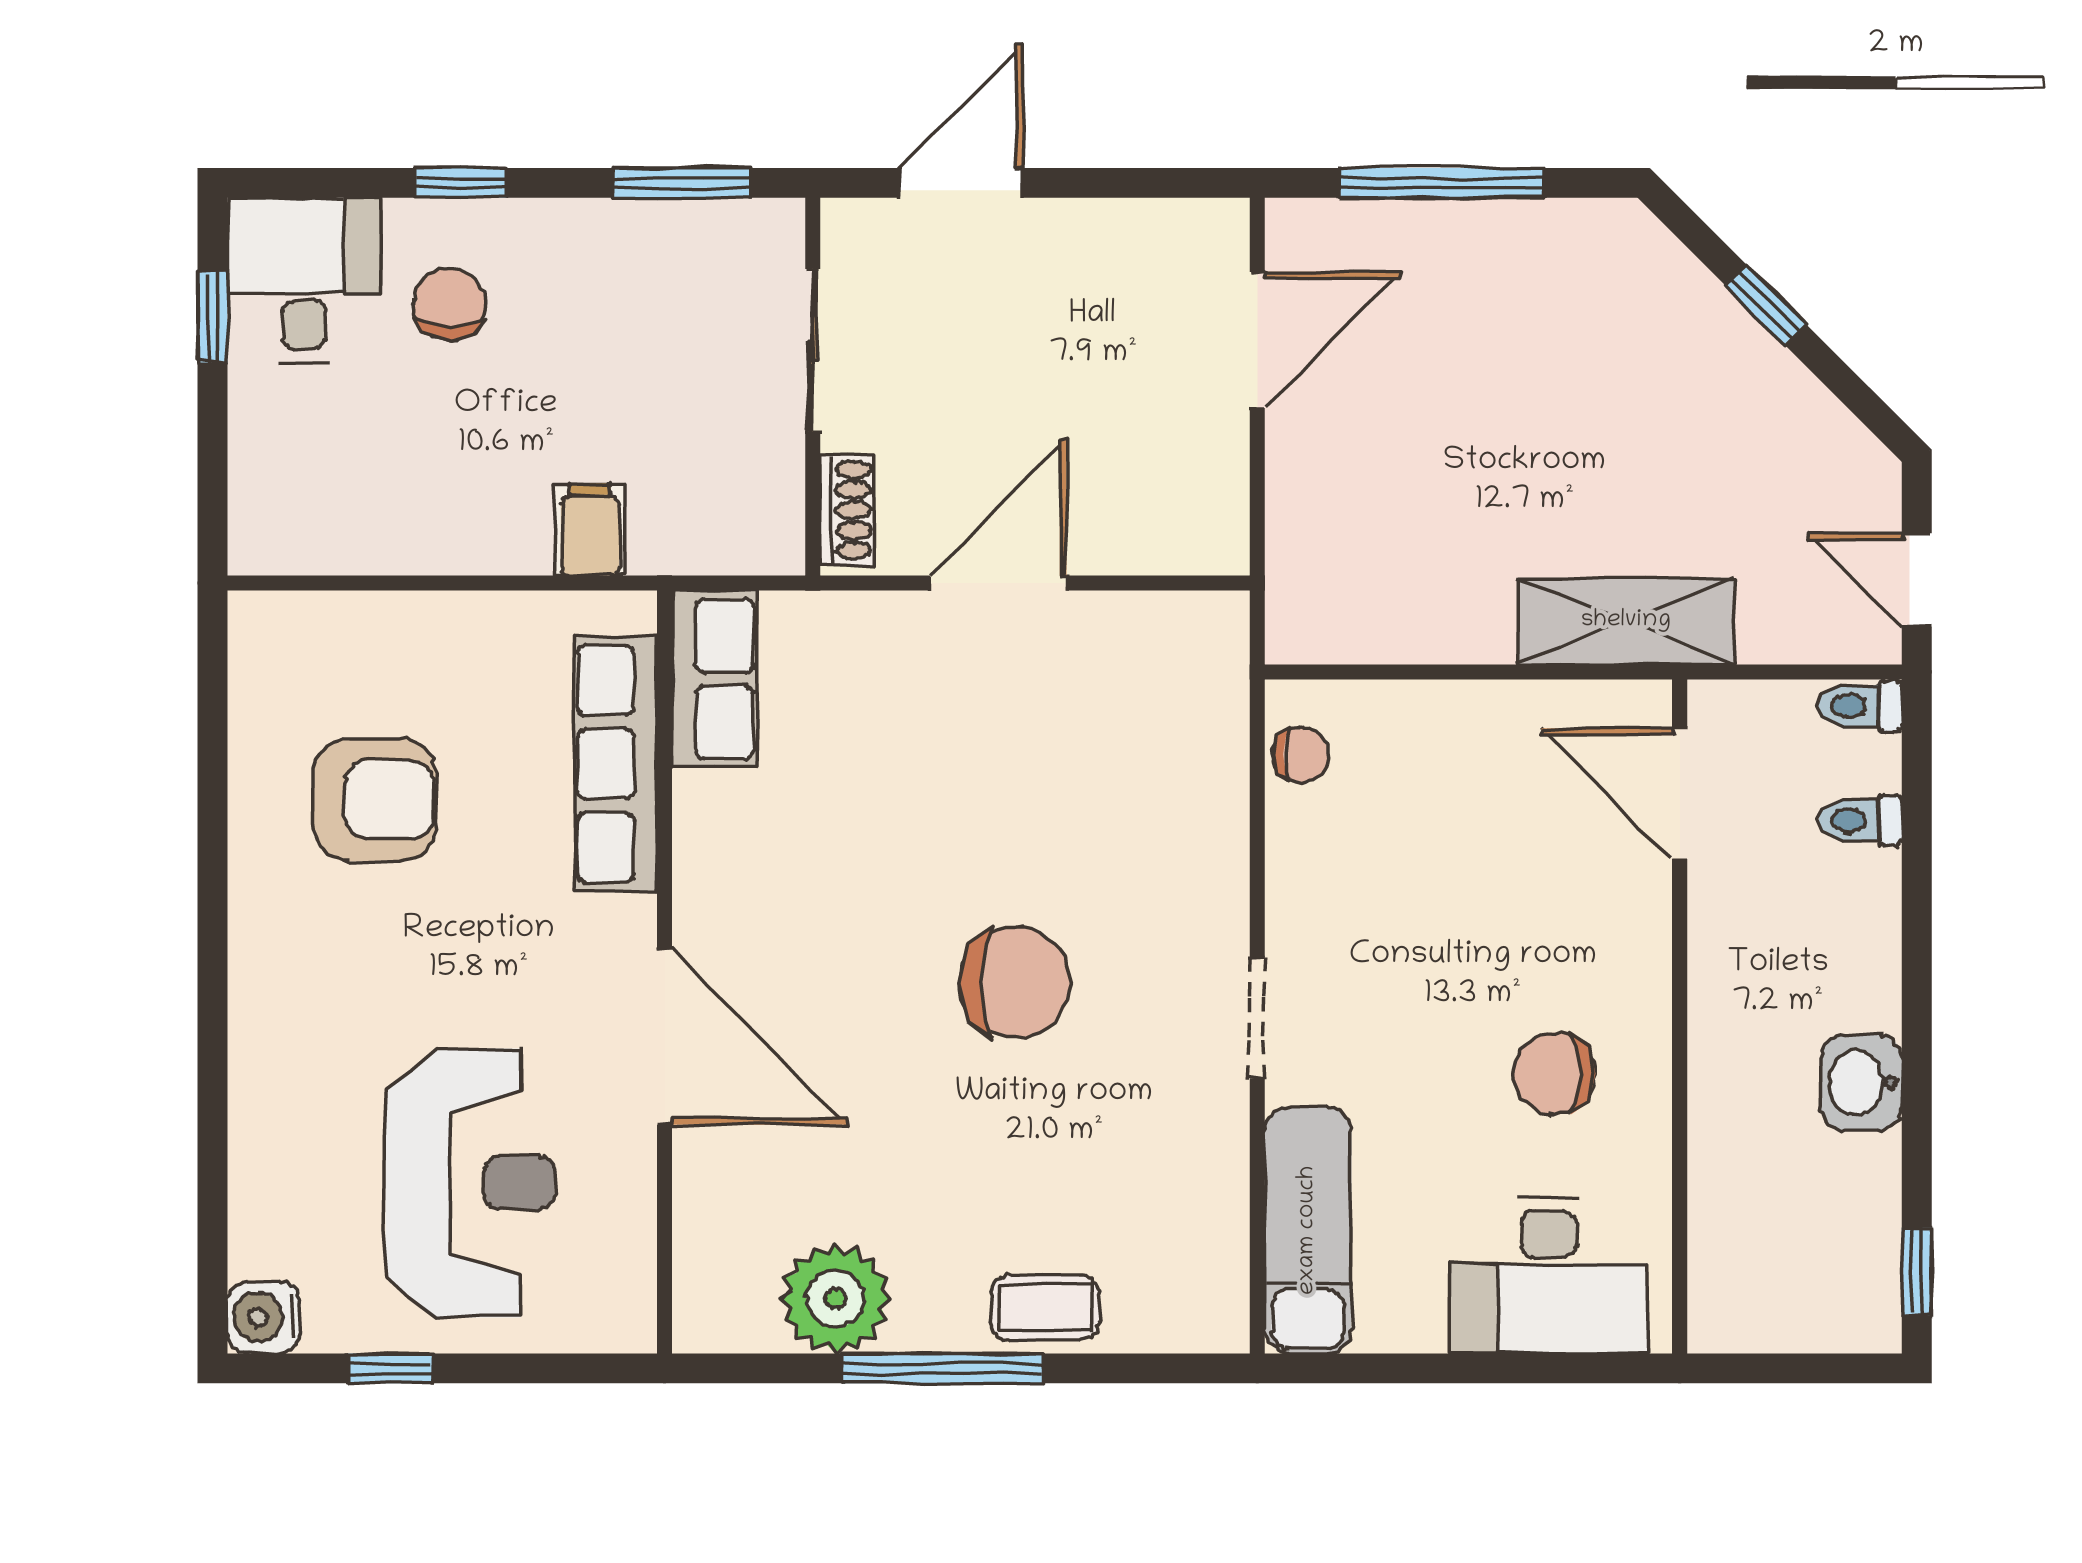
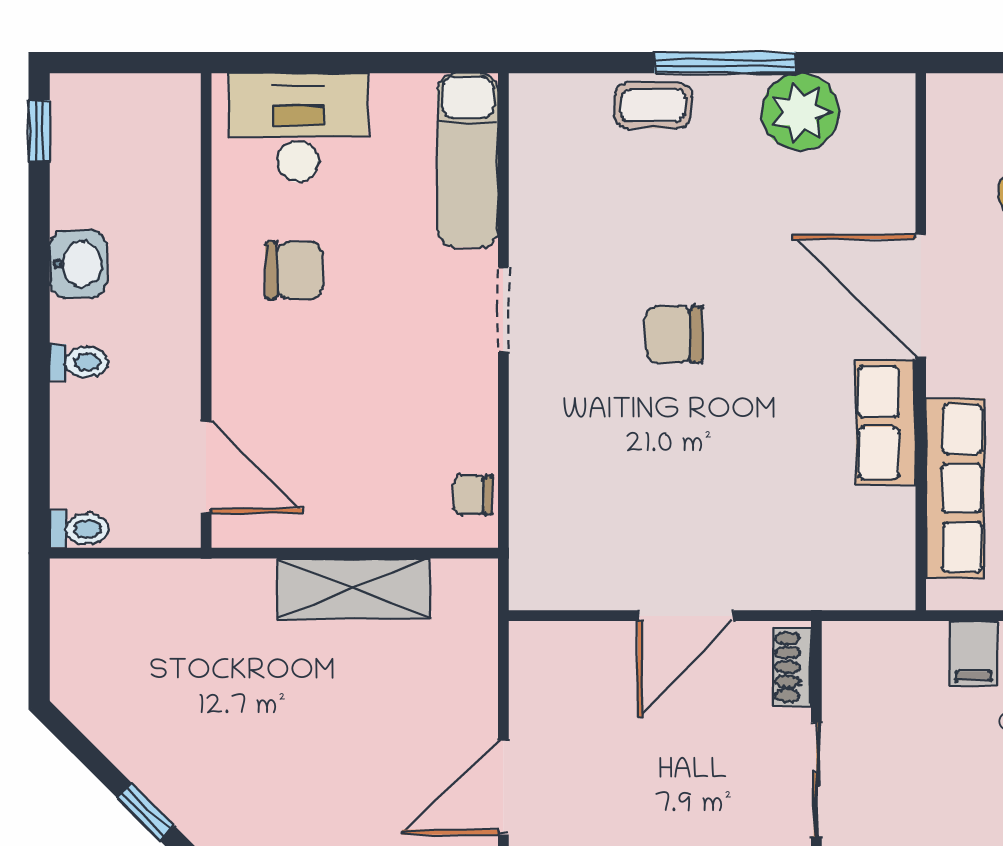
door: (1917, 580) -> (39, 618), removed
shelving: (1626, 621) -> (353, 589), moved
row of seats: (714, 679) -> (886, 422), moved
toilet: (1860, 820) -> (79, 362), moved
chair: (1015, 982) -> (674, 334), width x0.73, depth x0.73

